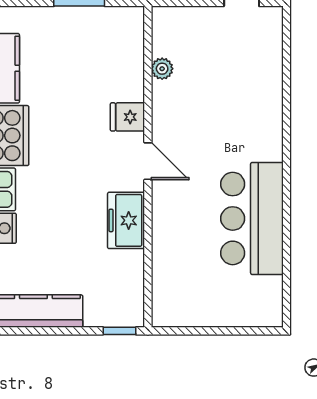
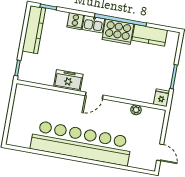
fridge: (127, 117) -> (161, 98), moved
bar counter: (252, 218) -> (81, 143), width x1.86

